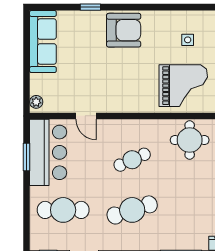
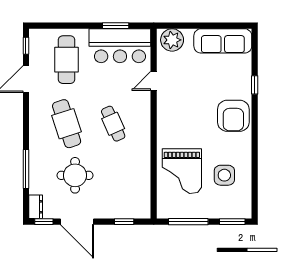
side table: (188, 40) -> (224, 175), width x1.87, depth x1.87
plant: (36, 102) -> (172, 40), width x1.88, depth x1.88
round table: (190, 140) -> (75, 175), moved

